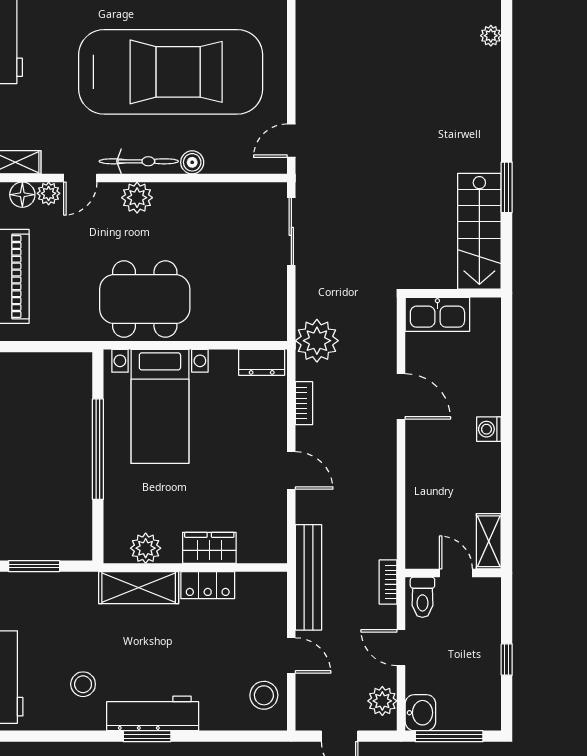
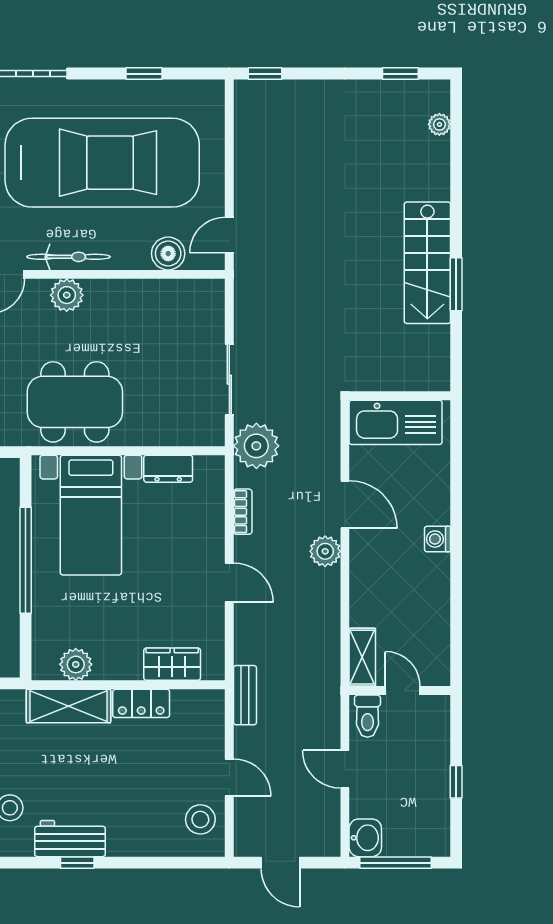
boiler: (192, 162) -> (168, 254), moved, width x1.36, depth x1.36
sliding door: (291, 231) -> (229, 380), moved
stairs: (479, 231) -> (427, 263), moved
kitchen sink: (437, 314) -> (396, 422), width x1.36, depth x1.24
dresser: (262, 362) -> (168, 469), moved
shelving: (489, 541) -> (362, 657), moved
wardrobe: (209, 548) -> (172, 664), moved
bench: (309, 577) -> (245, 695), width x0.54, depth x0.82
bookcase: (388, 582) -> (331, 700), removed
plant: (382, 701) -> (325, 551), moved
workbench: (153, 713) -> (70, 839), width x0.73
window: (147, 736) -> (77, 863), width x0.67

